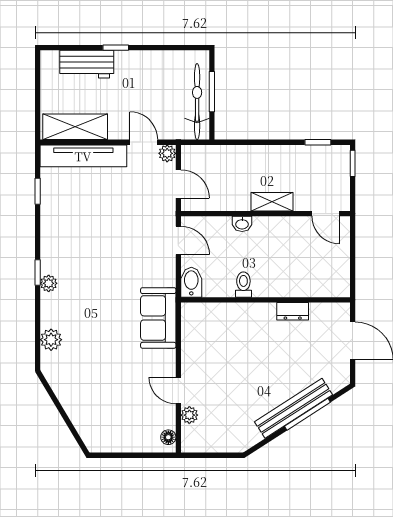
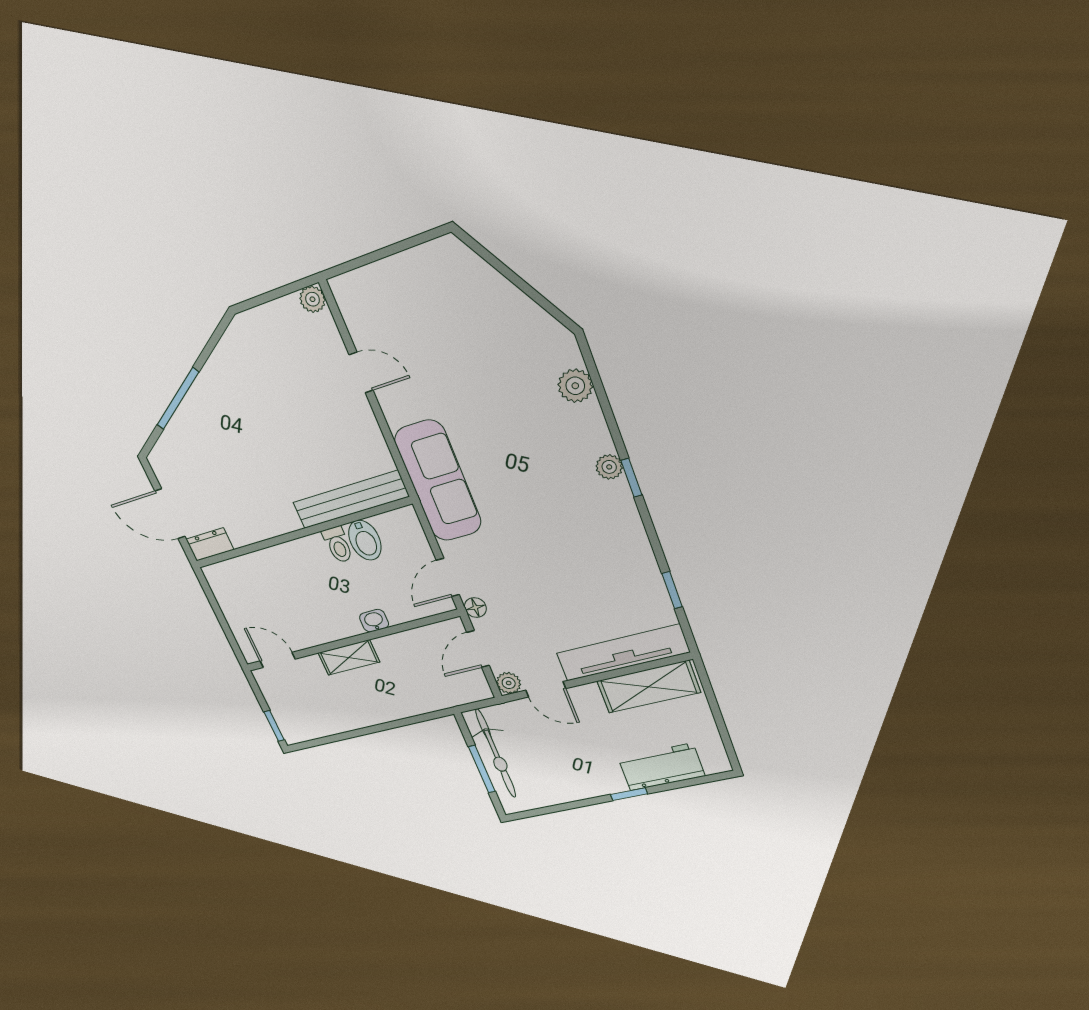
window: (318, 142) -> (326, 740), removed
door: (178, 184) -> (478, 649), hinge flipped
door: (178, 240) -> (448, 577), hinge flipped
bidet: (191, 282) -> (365, 540), moved
dresser: (293, 311) -> (210, 544), moved
sofa: (158, 318) -> (438, 481), width x1.36
bench: (294, 408) -> (351, 500), moved, turned 33
plant: (189, 415) -> (312, 299), moved
floor lamp: (168, 437) -> (475, 608), moved

